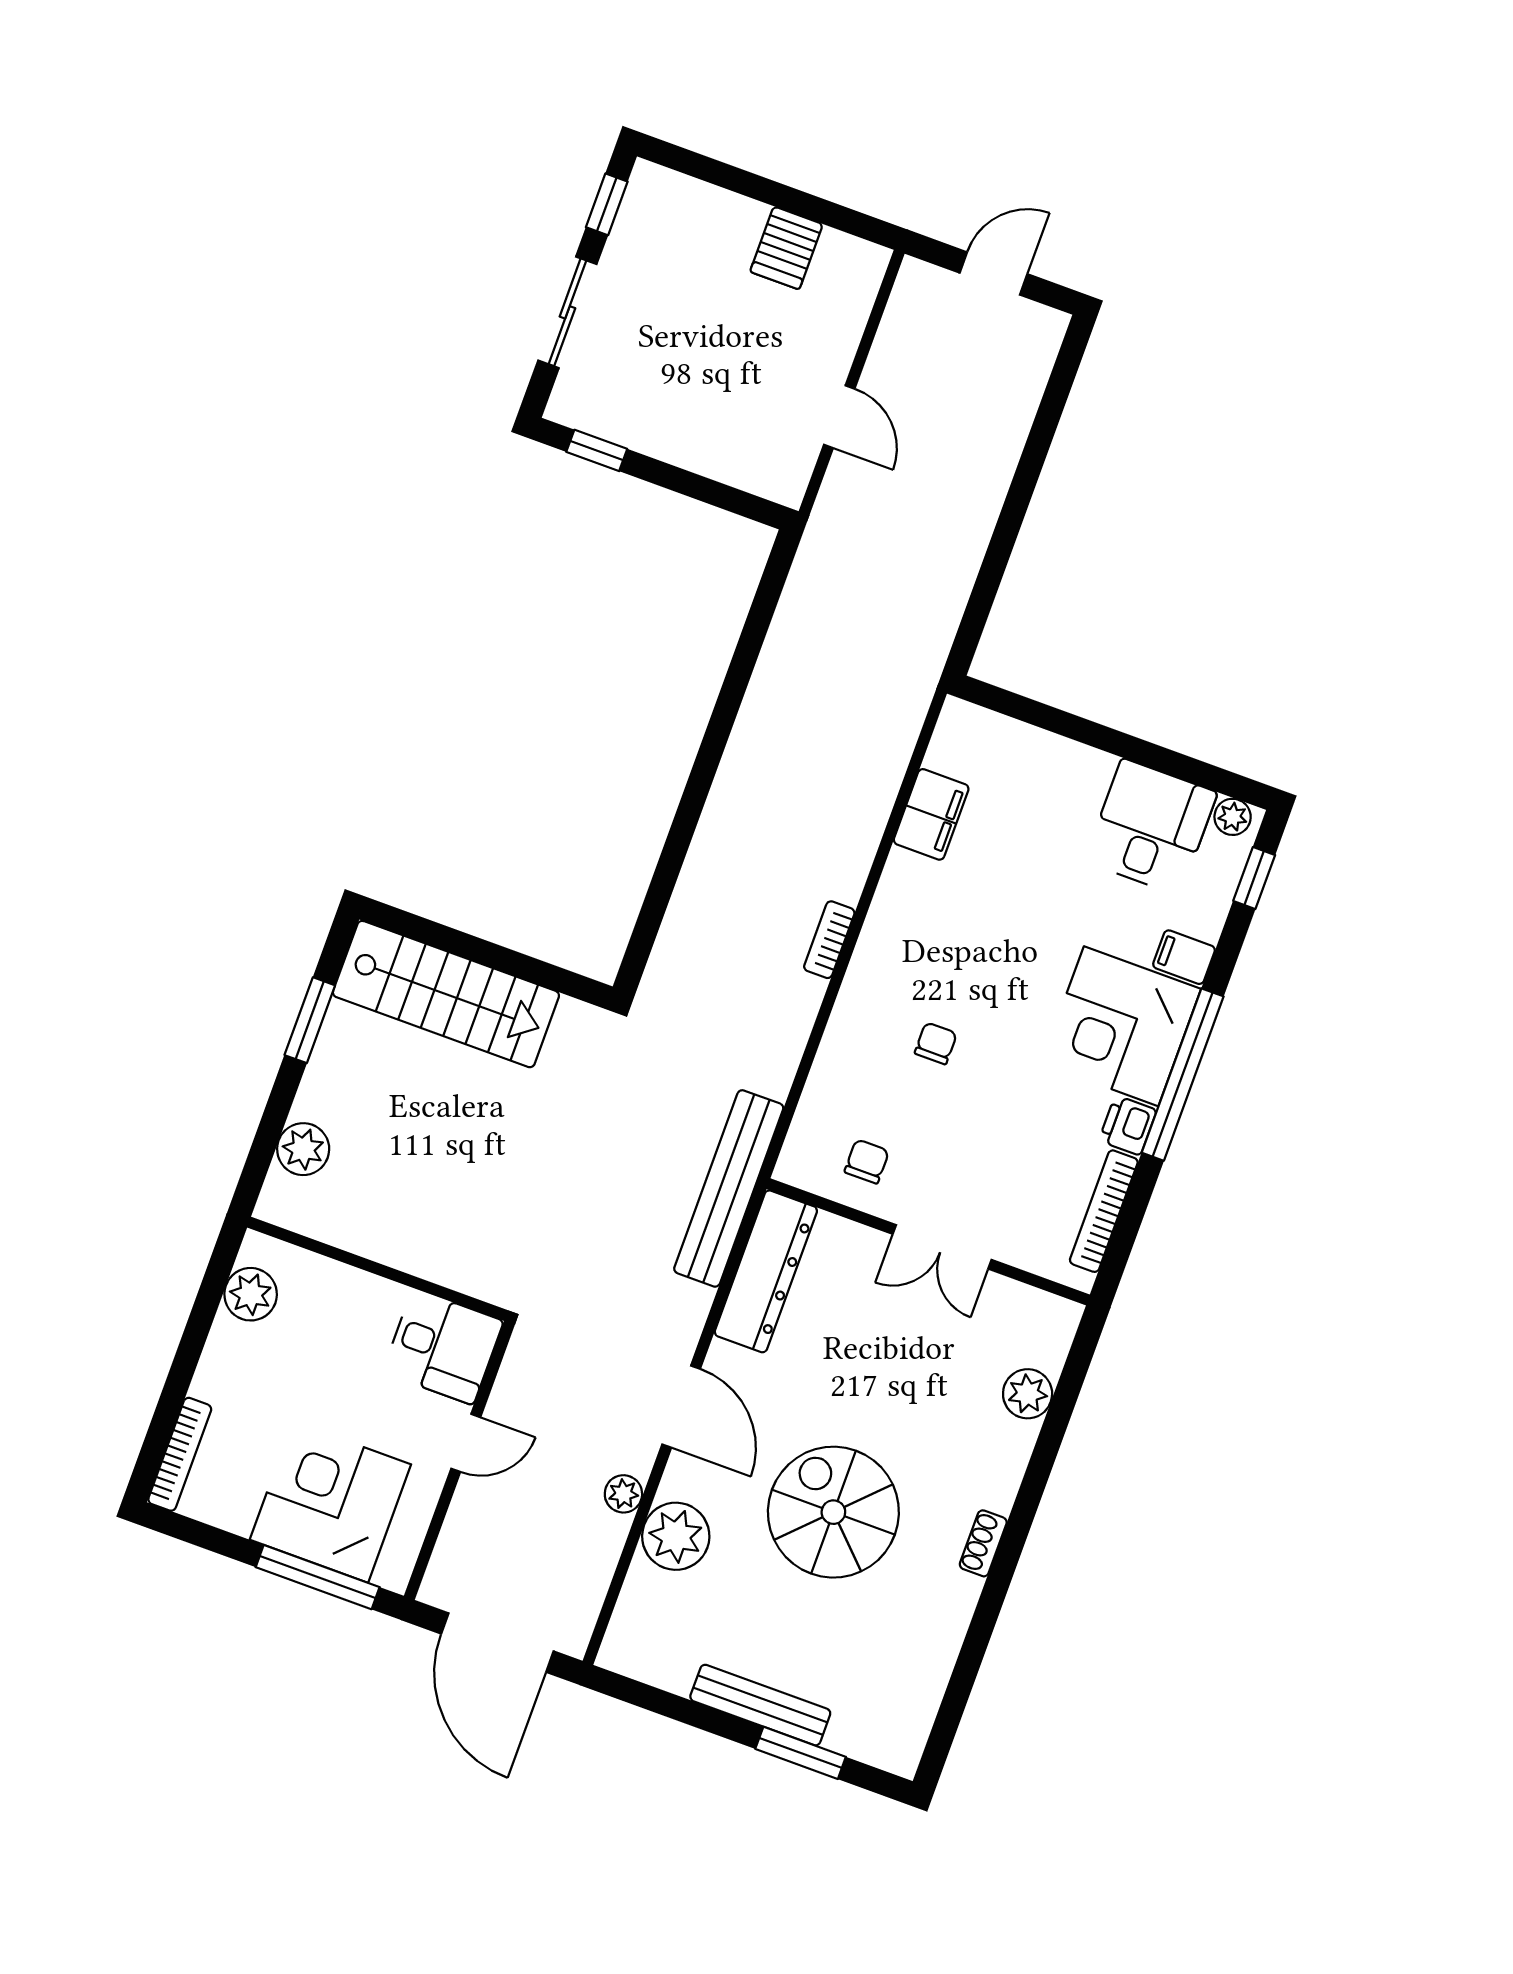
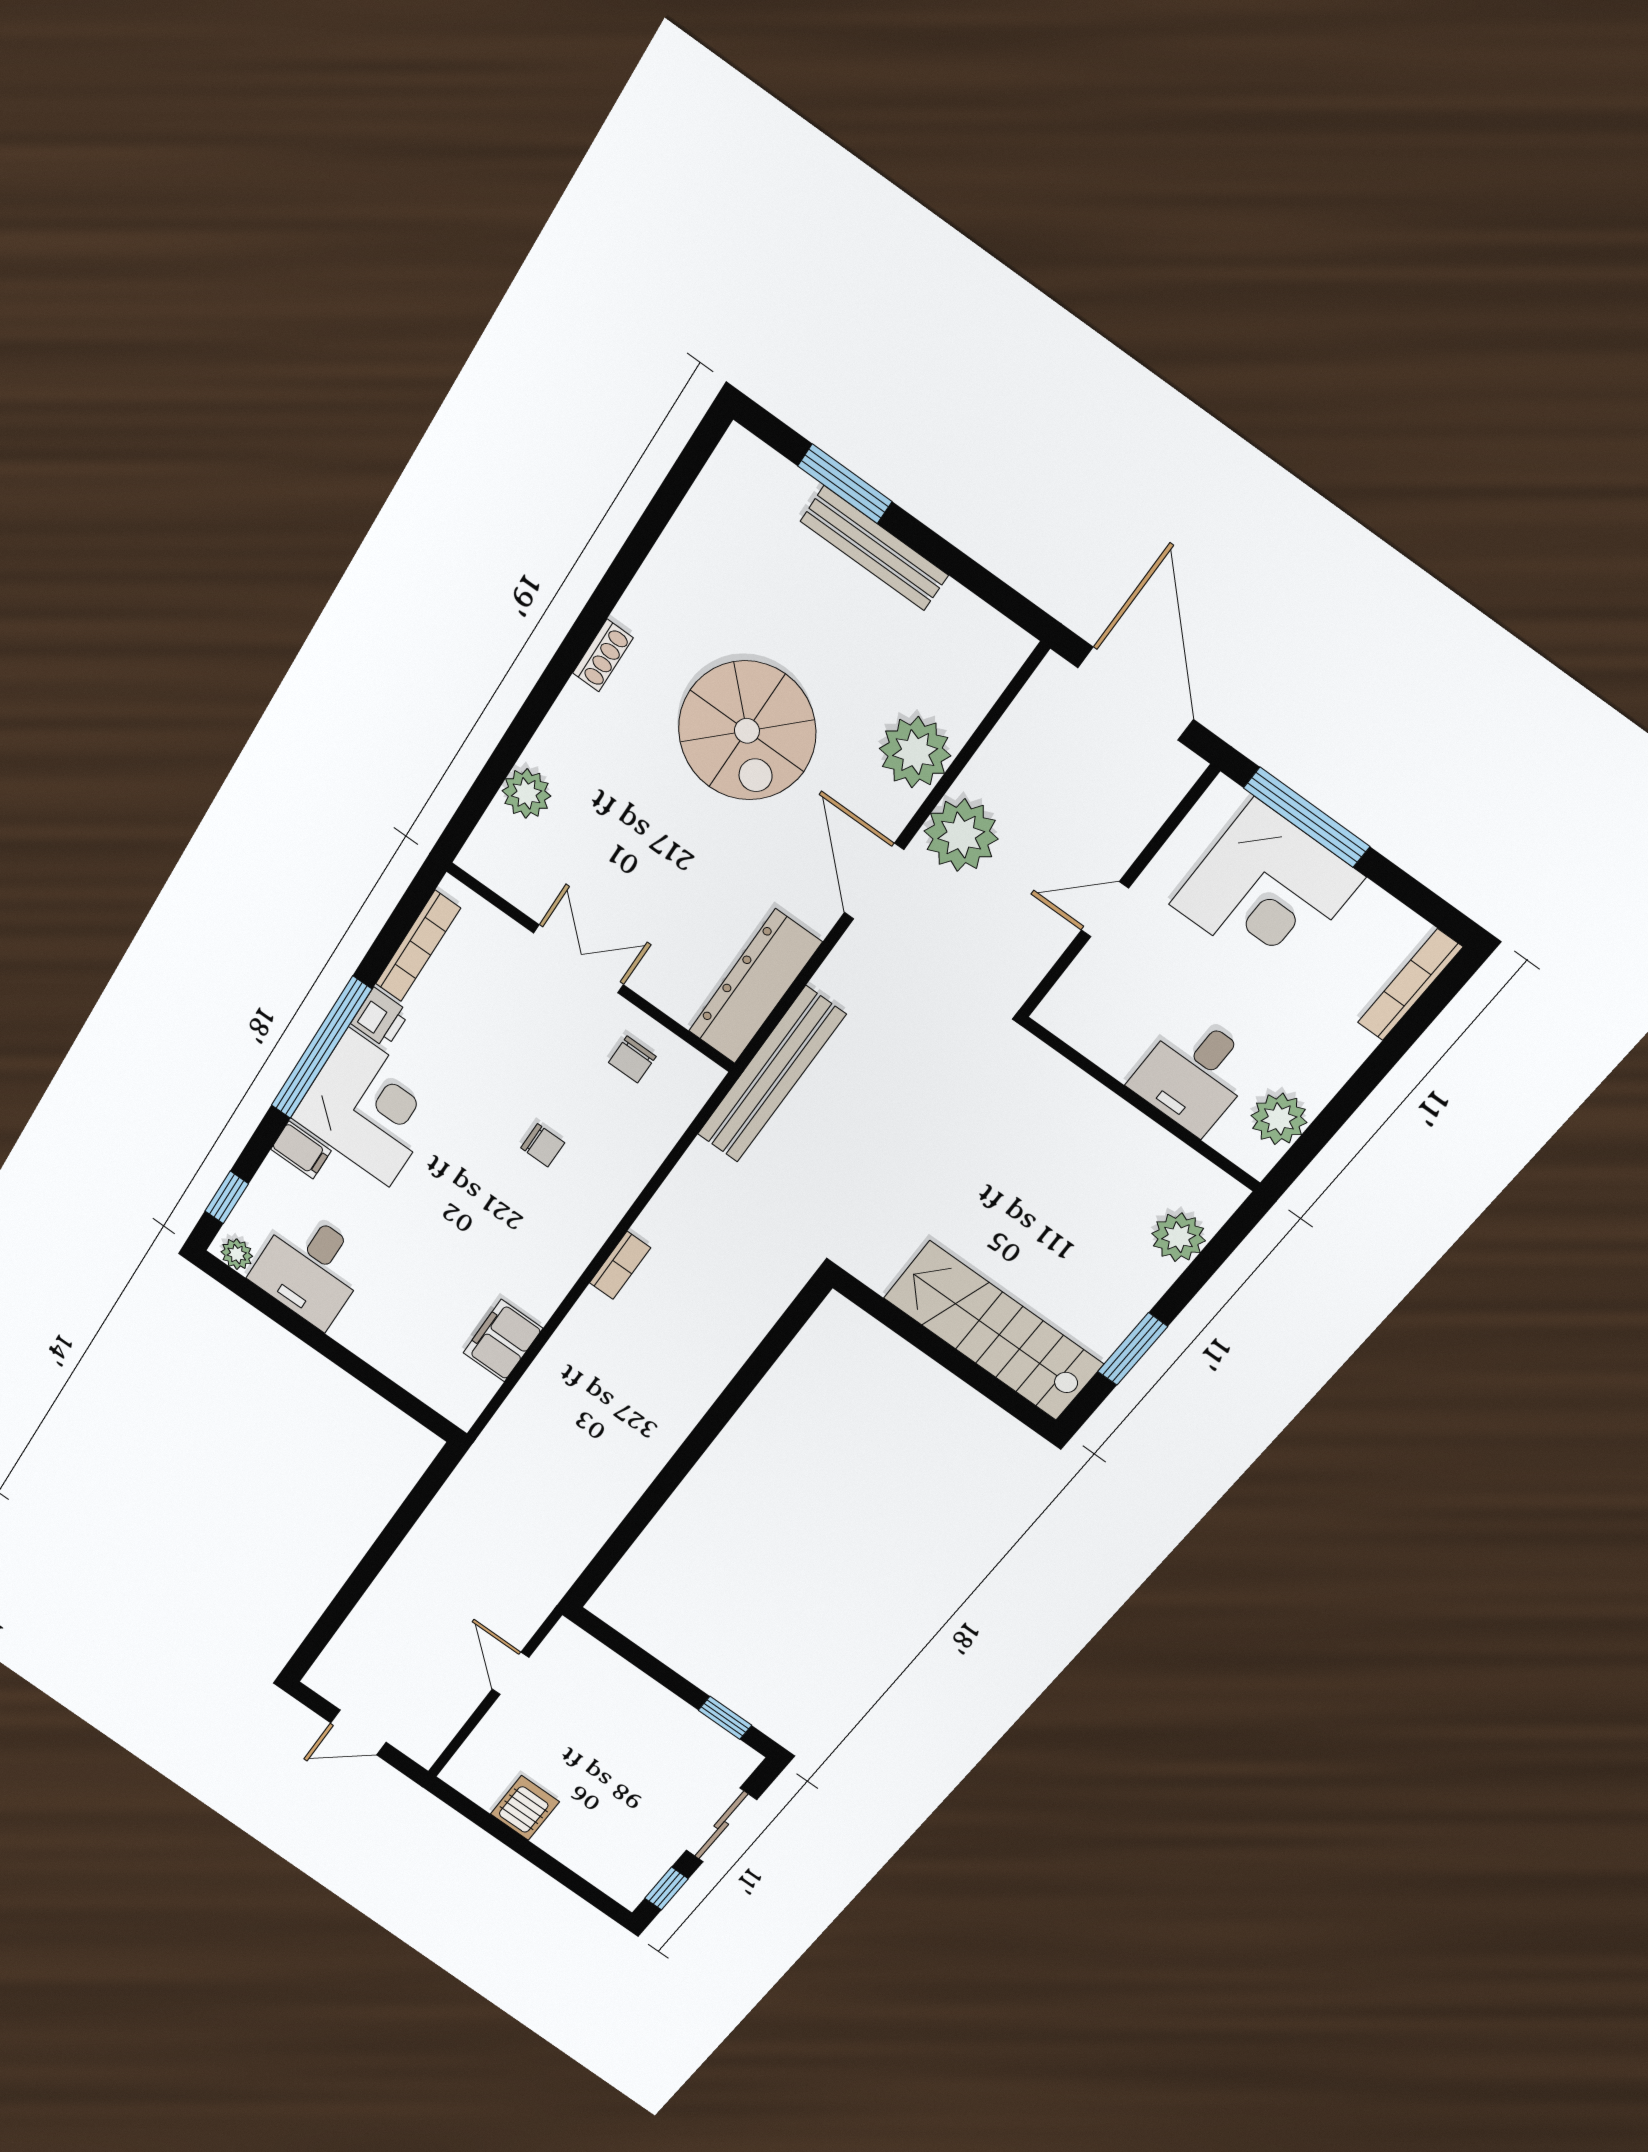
chair: (936, 1043) -> (543, 1145), turned -90
desk: (443, 1347) -> (1194, 1074), moved, turned -90
plant: (623, 1494) -> (961, 835), width x1.88, depth x1.88

